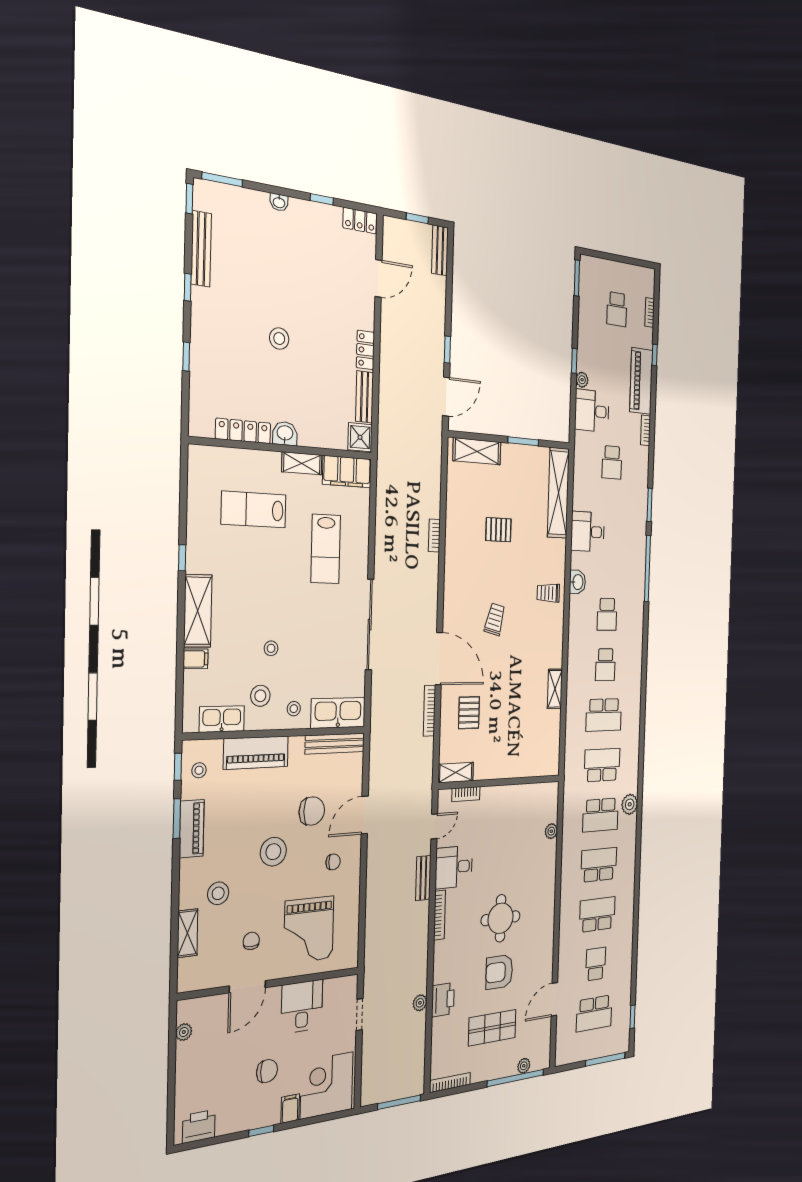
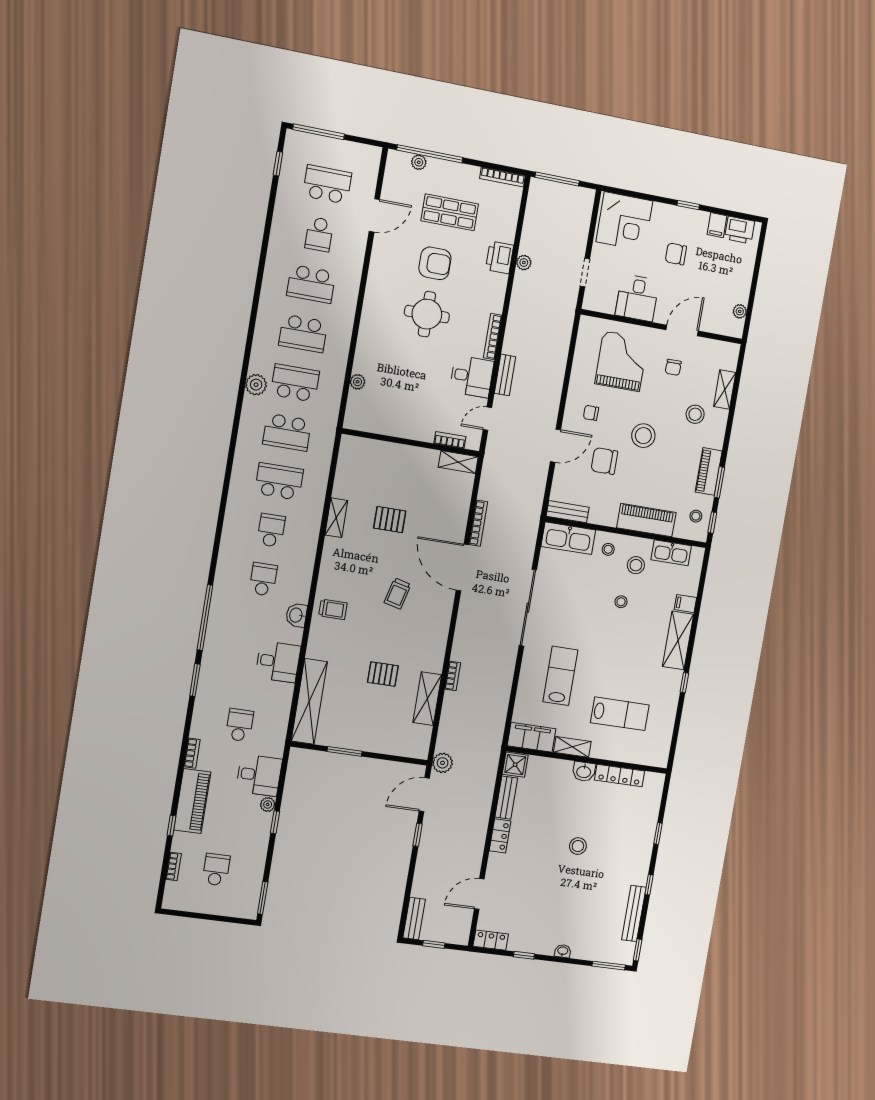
plant: (433, 435) -> (443, 763), added
shelving: (477, 451) -> (427, 699), moved, turned 90
pallet: (469, 713) -> (390, 520), moved, turned 90
bench: (335, 744) -> (568, 512), width x0.73
filing cabinet: (290, 1109) -> (717, 225), moved

